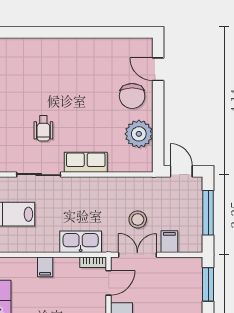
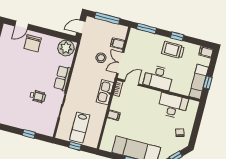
chair: (132, 96) -> (32, 43), turned 90
plant: (139, 134) -> (66, 48), moved
door: (109, 283) -> (131, 83), hinge flipped

